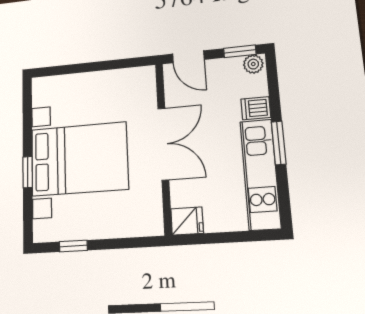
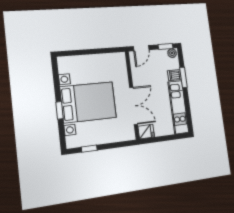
door: (188, 57) -> (141, 48), hinge flipped
window: (279, 143) -> (183, 77), moved
double door: (163, 144) -> (133, 106), moved

